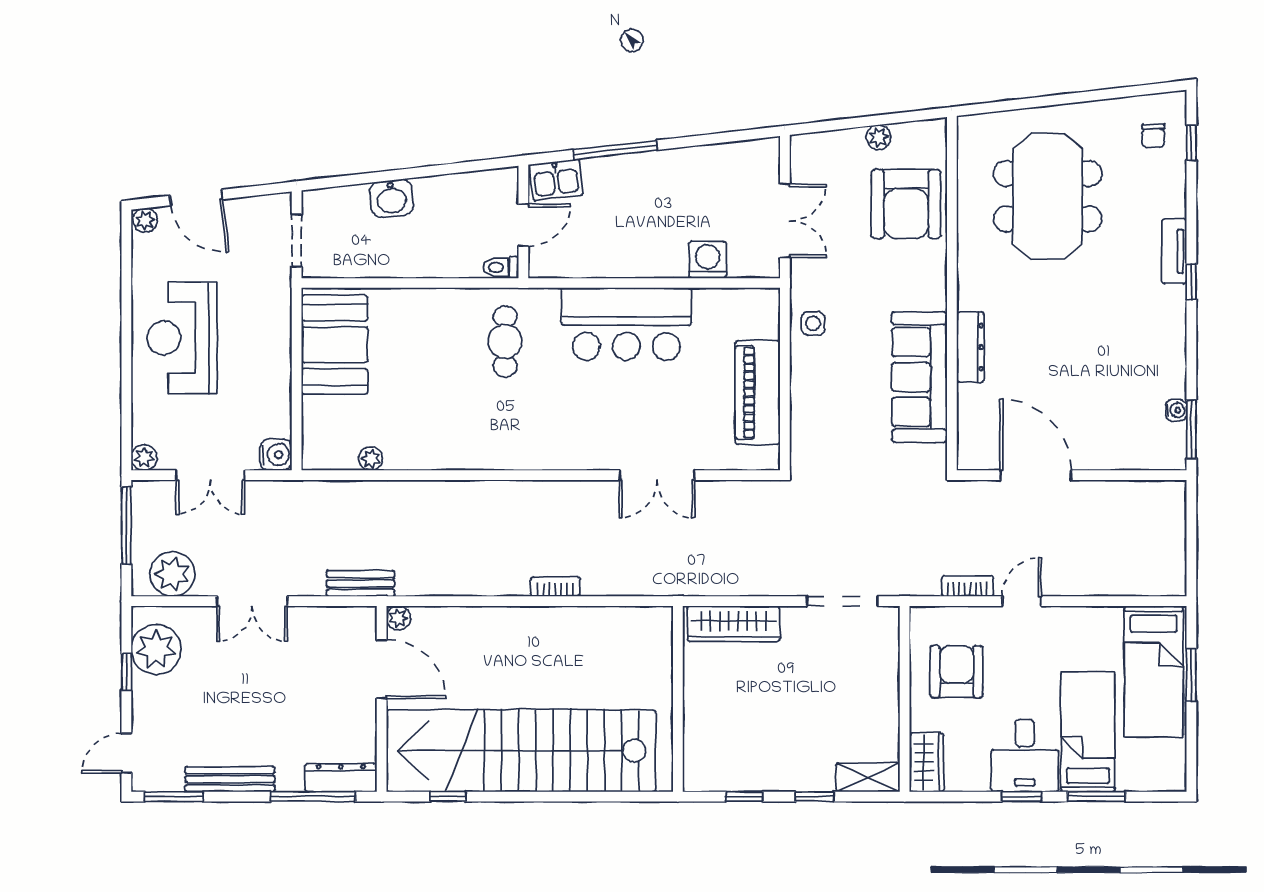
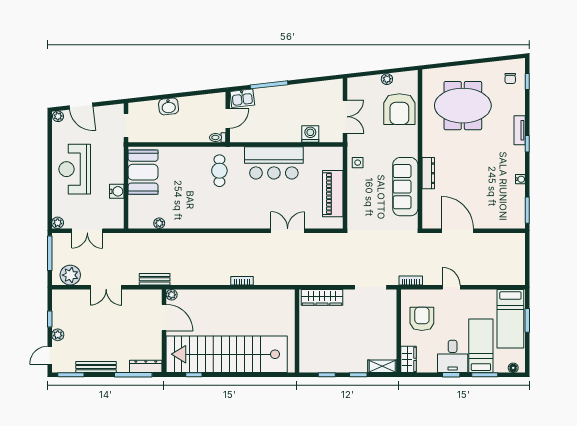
meeting table: (1048, 196) -> (463, 106), turned 90
water cooler: (1176, 410) -> (520, 179), moved
water cooler: (276, 455) -> (117, 191), moved
double door: (657, 475) -> (288, 231), swing flipped
bookcase: (967, 586) -> (411, 280), moved
door: (1022, 601) -> (451, 287), hinge flipped
plant: (156, 649) -> (58, 335), moved, width x0.53, depth x0.53
floor lamp: (1160, 781) -> (513, 368), added

